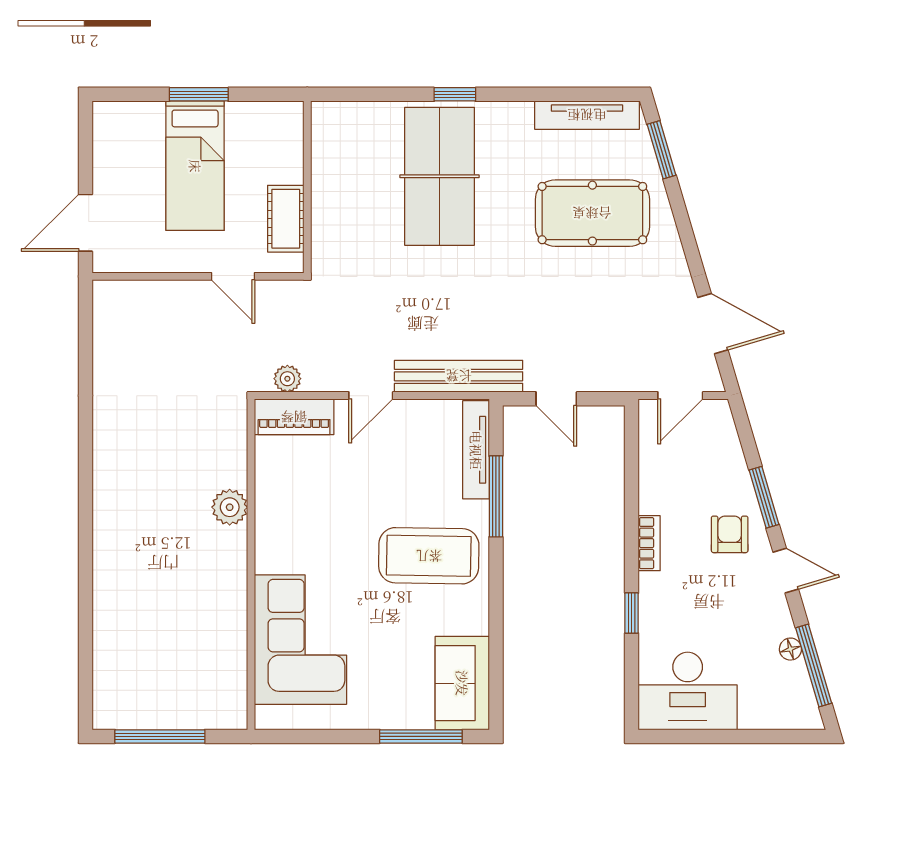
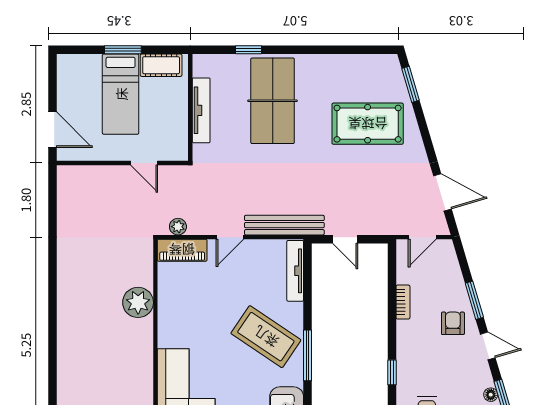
window: (455, 94) -> (248, 50), moved
tv unit: (587, 115) -> (201, 110), moved, turned -90
cot: (286, 219) -> (161, 65), moved, turned 90
door: (85, 223) -> (52, 130), swing flipped
window: (496, 496) -> (308, 355), moved
plant: (230, 507) -> (138, 302), width x1.36, depth x1.36
bookcase: (649, 543) -> (403, 302), moved
coffee table: (429, 556) -> (266, 337), turned 33

